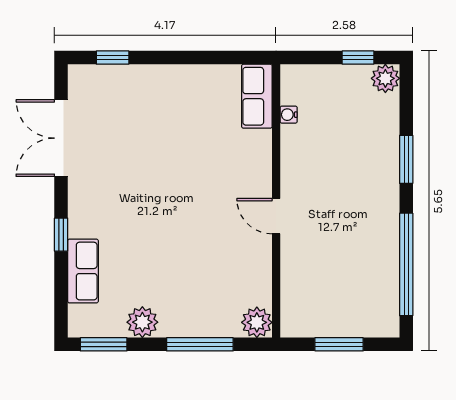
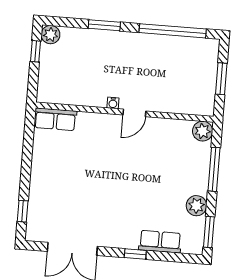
water cooler: (289, 115) -> (113, 103), moved

